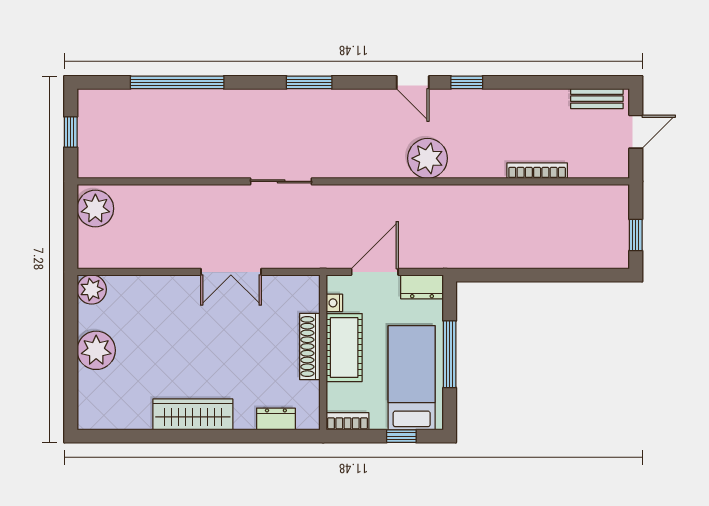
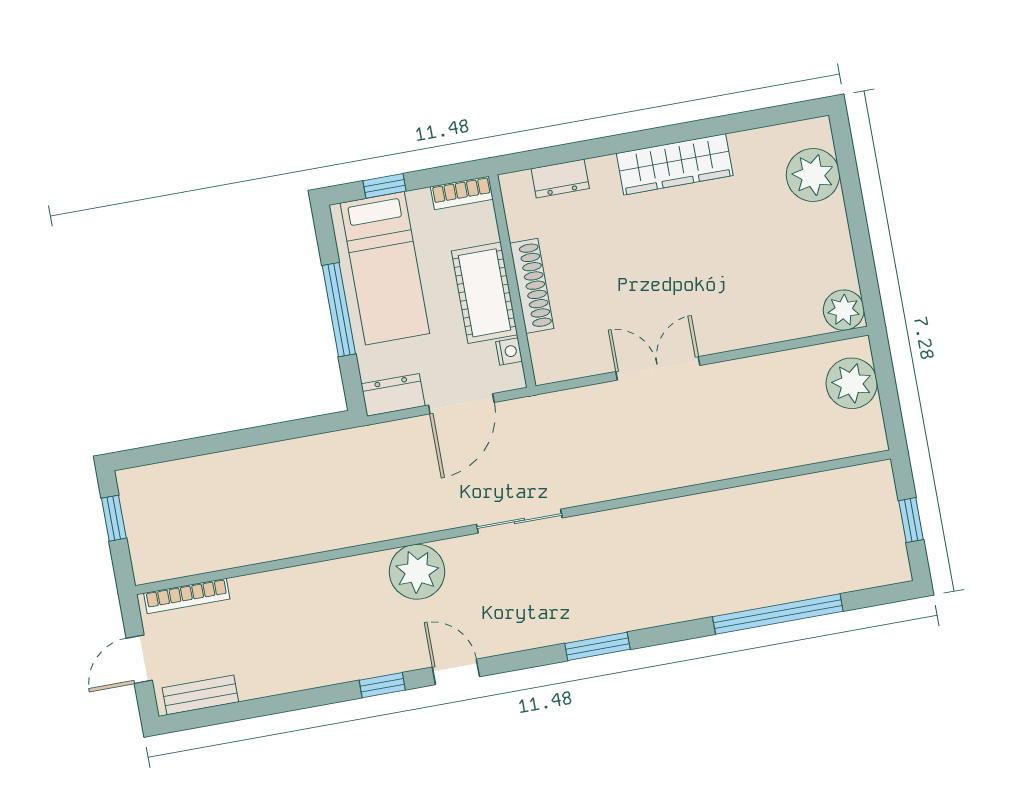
bookcase: (537, 171) -> (187, 596), moved
sliding door: (281, 181) -> (519, 521), moved
plant: (95, 209) -> (852, 383), moved
plant: (96, 350) -> (813, 175), moved

